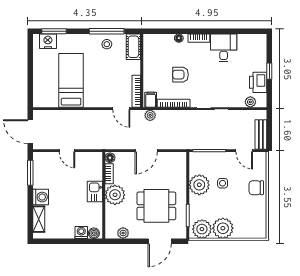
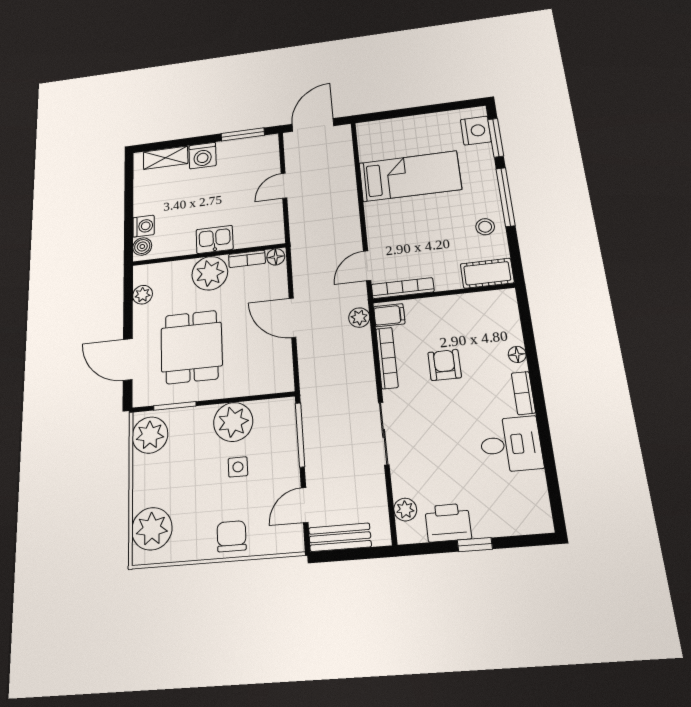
window: (107, 31) -> (505, 197), moved
plant: (223, 228) -> (152, 529), moved

